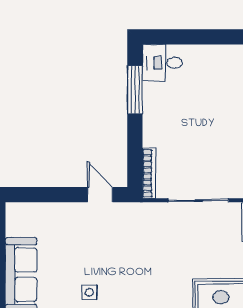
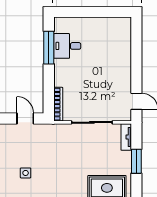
desk: (162, 63) -> (67, 46), moved
side table: (89, 292) -> (26, 173), moved

